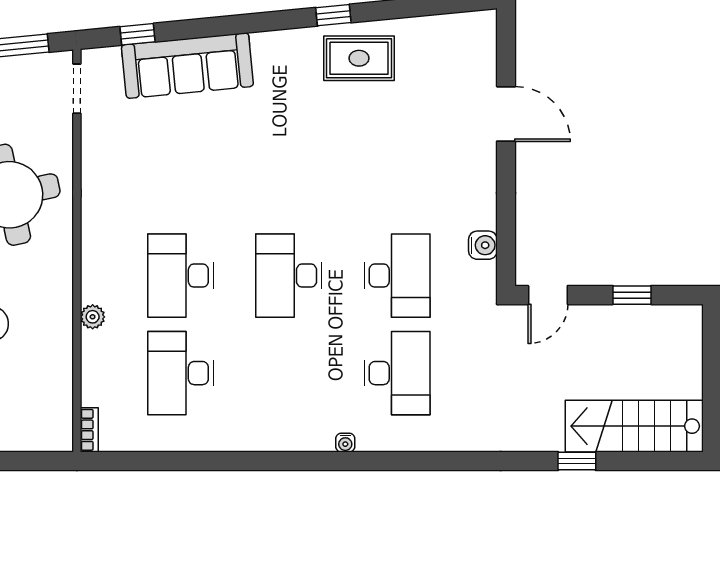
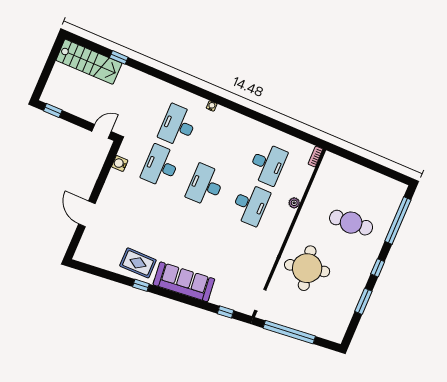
sofa: (187, 66) -> (184, 282), moved
desk: (289, 276) -> (206, 185), turned 180
window: (632, 295) -> (53, 111), moved

